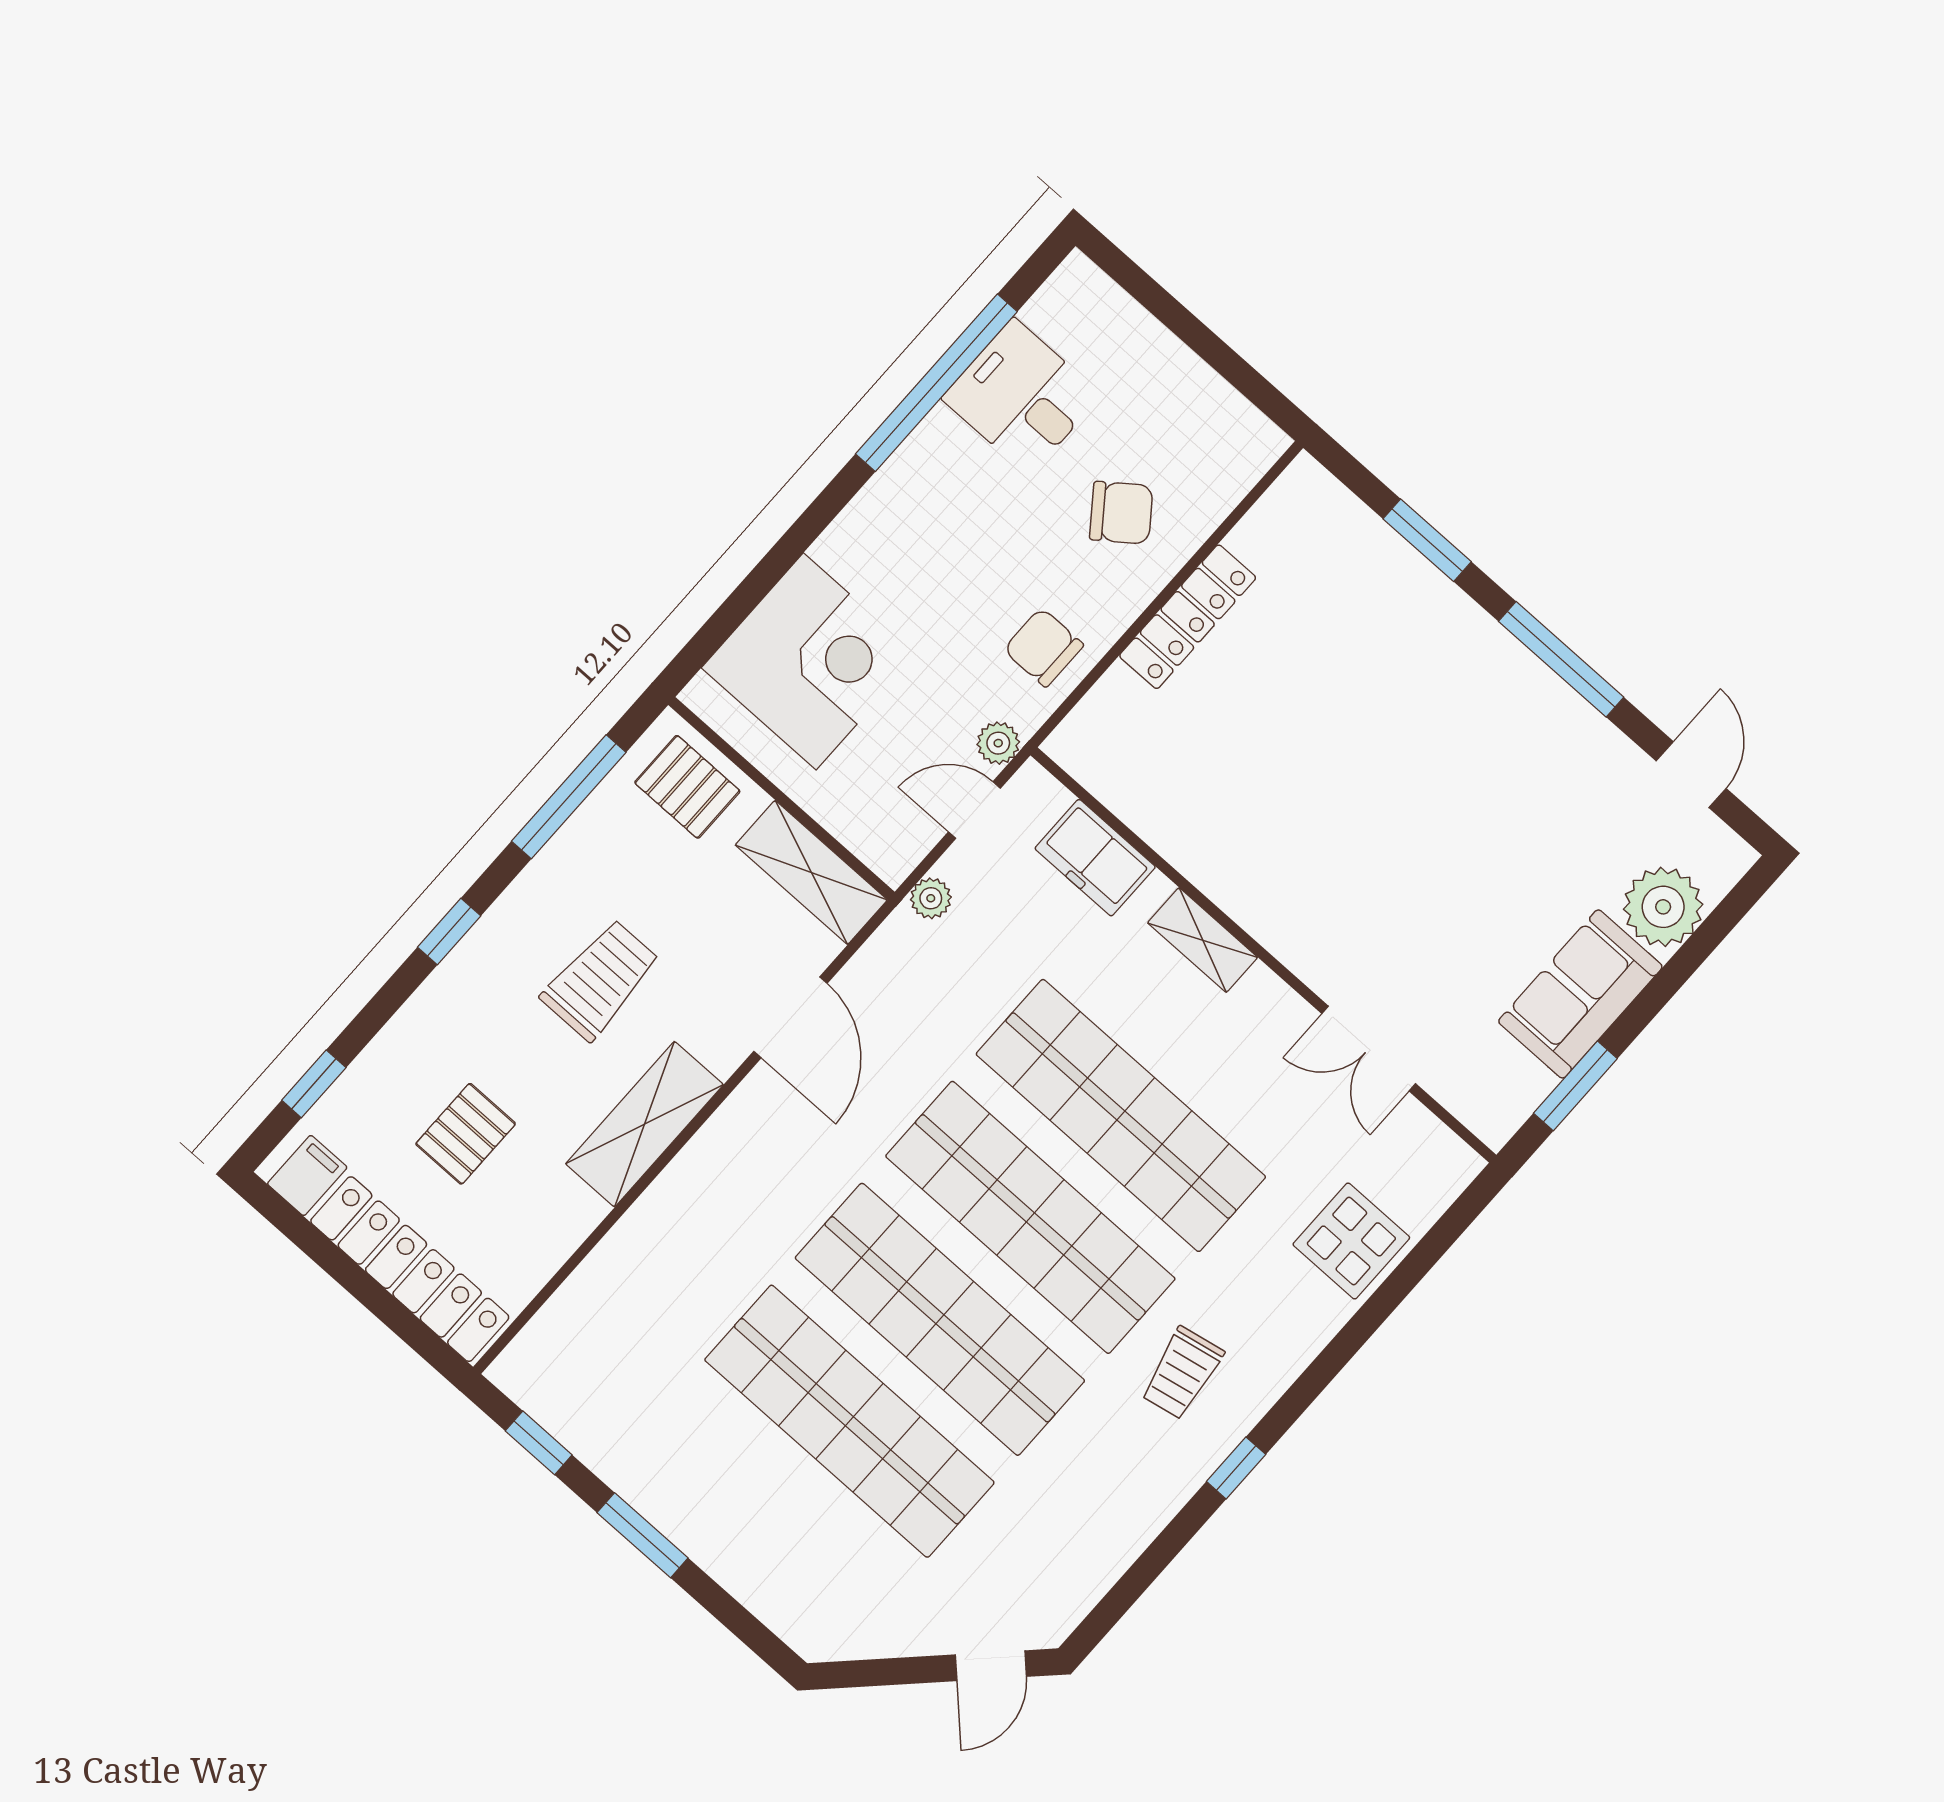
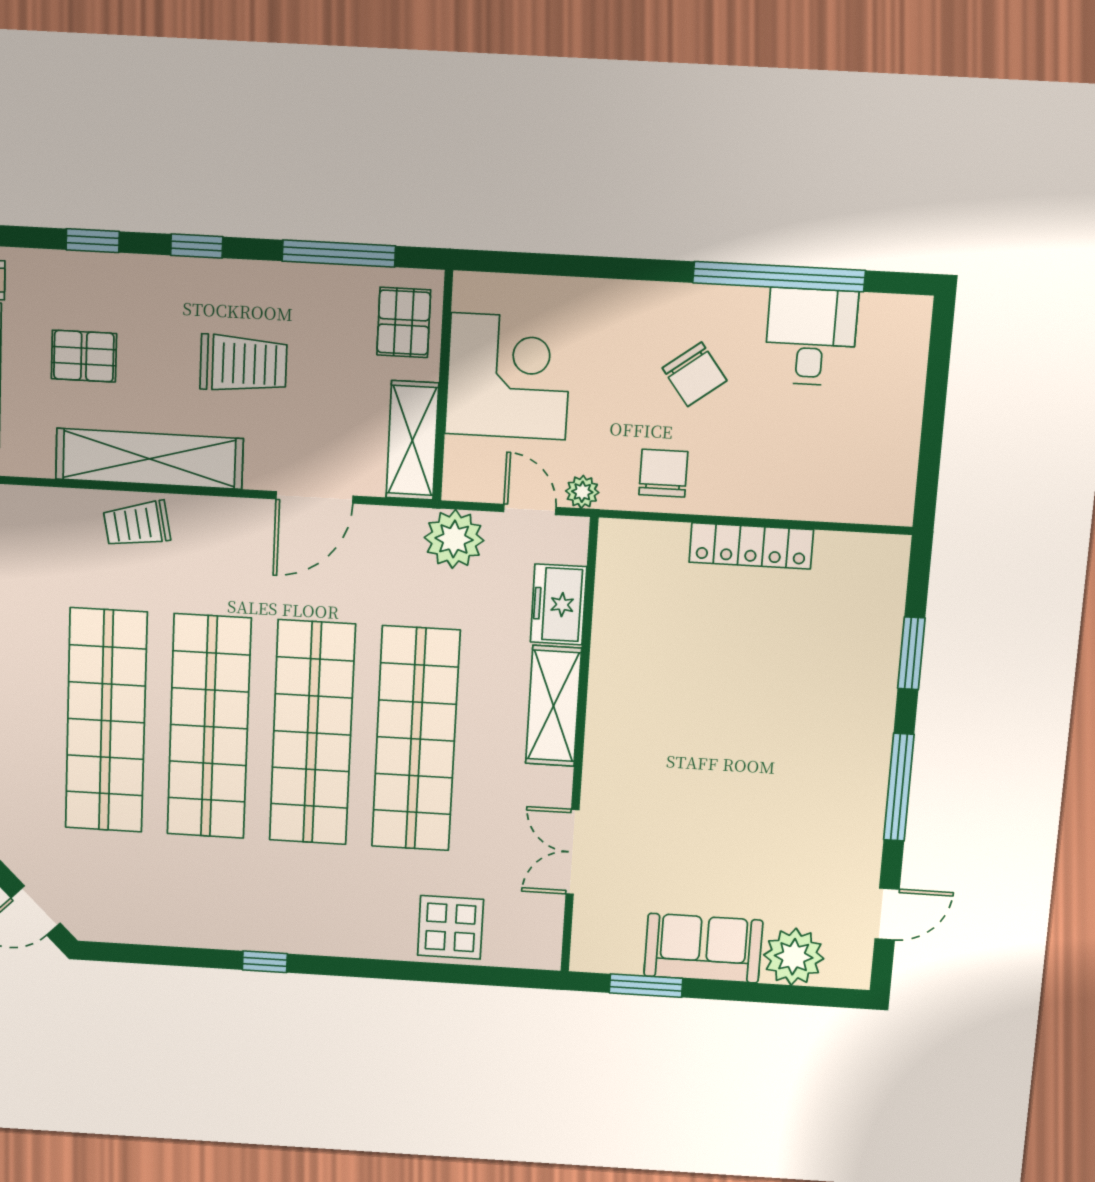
chair: (1121, 513) -> (695, 374), moved
corner desk: (810, 661) -> (508, 376), moved, turned -90
plant: (931, 898) -> (454, 539), width x1.88, depth x1.88
shelving: (1203, 940) -> (554, 706), width x1.50, depth x1.33
window: (314, 1084) -> (93, 241), moved
shelving: (644, 1124) -> (149, 459), width x1.47
trolley: (1182, 1373) -> (137, 524), moved

